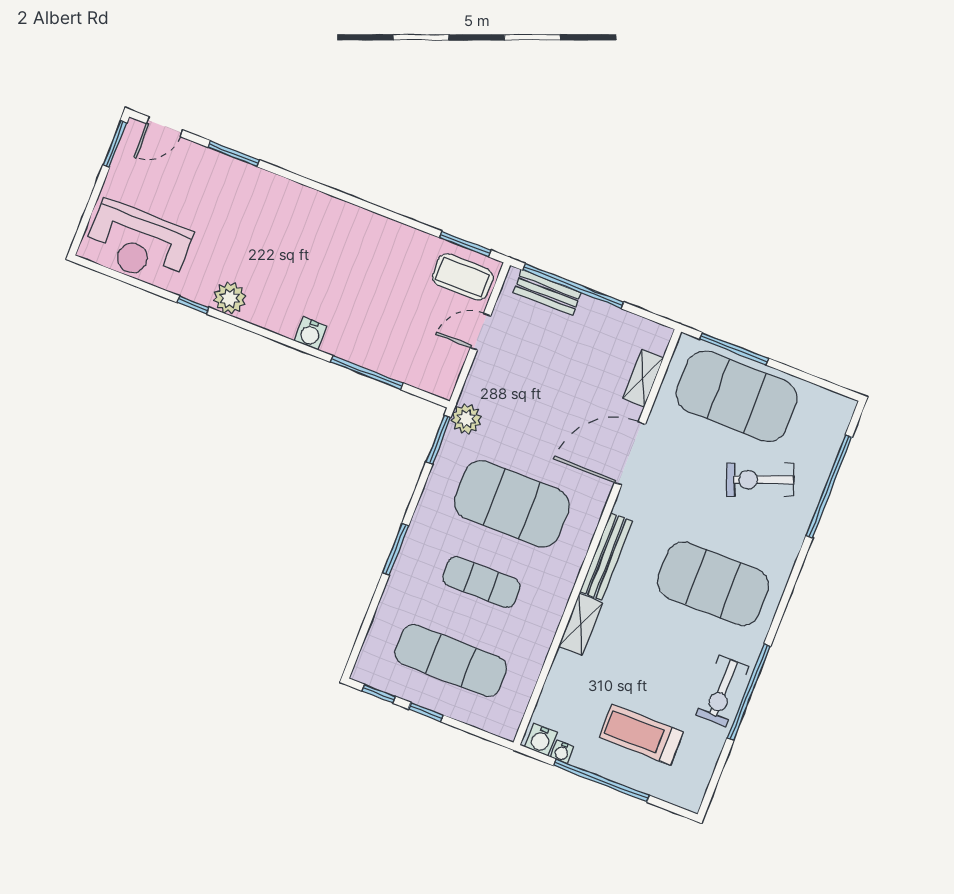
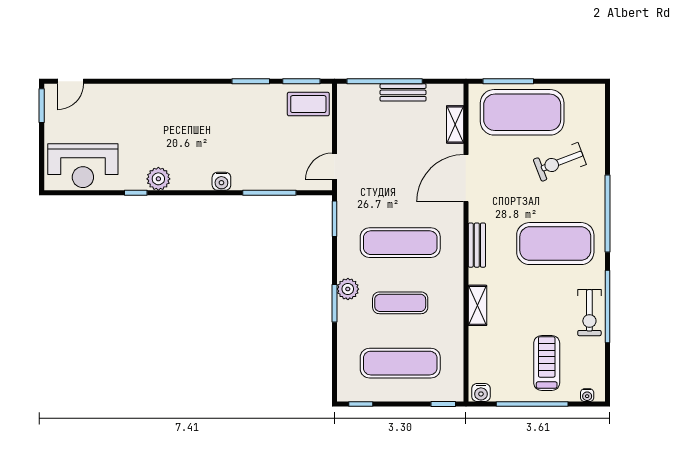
window: (234, 154) -> (251, 81), moved
bench: (547, 293) -> (403, 92), moved
door: (480, 332) -> (334, 166), moved
plant: (466, 419) -> (348, 289), moved
window: (829, 486) -> (607, 213), moved
exercise mat: (512, 504) -> (400, 243), width x0.68
bench: (606, 556) -> (477, 245), width x0.73
window: (426, 712) -> (443, 404), moved
treadmill: (641, 735) -> (547, 363), turned 90
water cooler: (562, 752) -> (587, 395), moved

